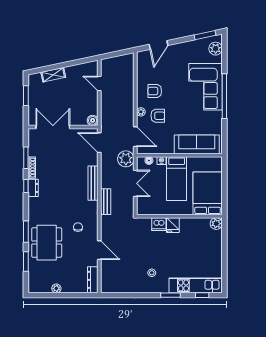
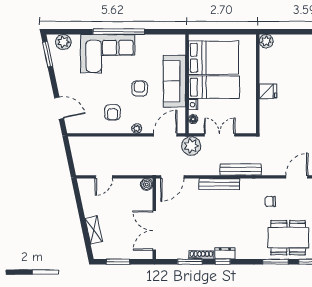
armchair: (158, 116) -> (140, 89), moved
sofa: (197, 144) -> (174, 81), moved
bed: (208, 193) -> (214, 58), moved, turned 180
bench: (106, 202) -> (241, 169), width x1.36
dishwasher: (159, 224) -> (267, 108), removed

